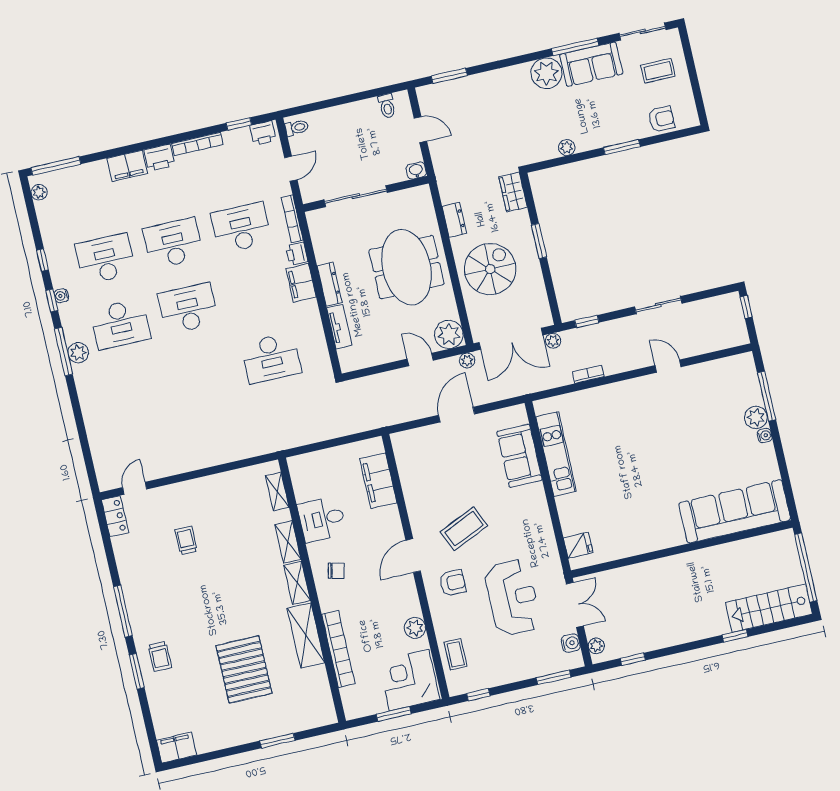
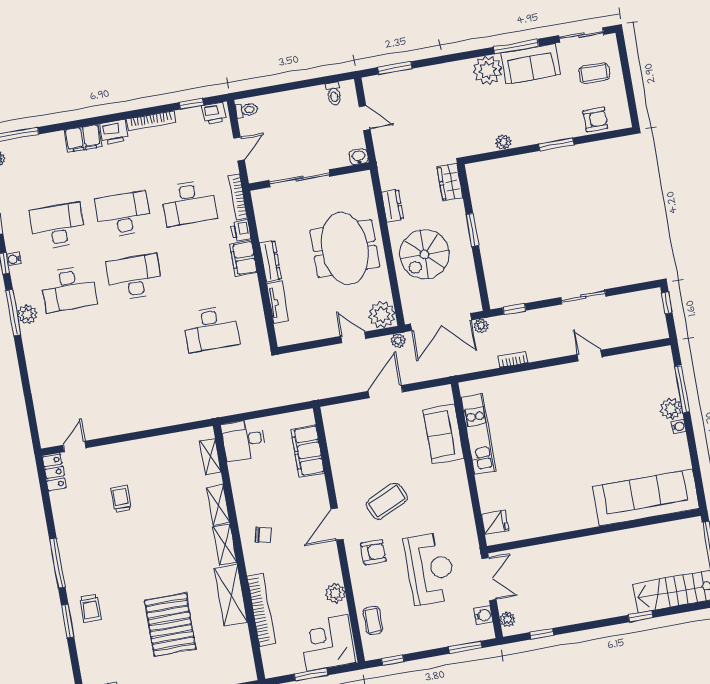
desk: (241, 228) -> (189, 203), turned 180
spiral stairs: (490, 269) -> (424, 254), turned 180
desk: (322, 519) -> (244, 440), moved

